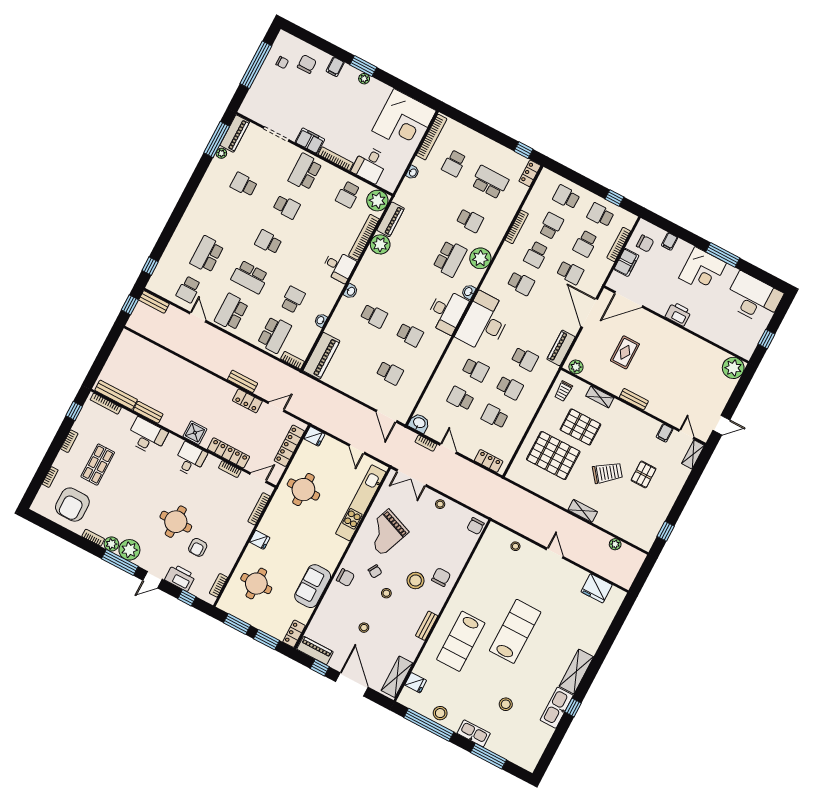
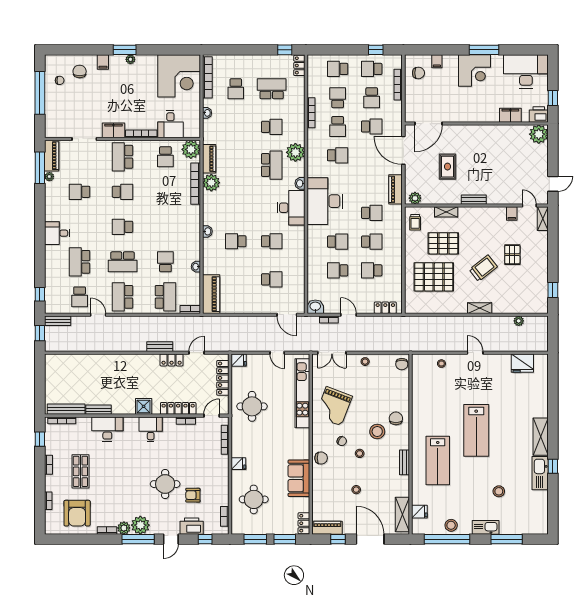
filing cabinet: (626, 262) -> (510, 115), moved, turned -90
desk: (339, 266) -> (57, 233), moved, turned 180
printer: (678, 314) -> (539, 115), moved
school desk: (374, 316) -> (236, 241), turned 180
armchair: (198, 547) -> (193, 495), turned 90
lab bench: (515, 631) -> (476, 430), turned 180

